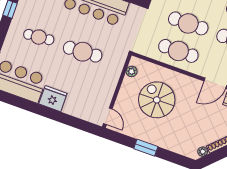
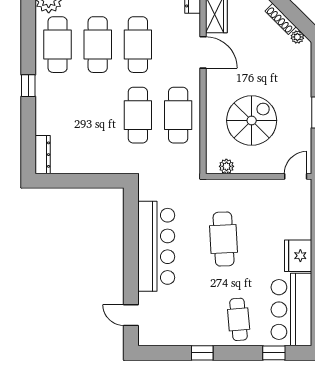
cafe table: (39, 37) -> (239, 319), moved
spiral stairs: (157, 100) -> (252, 120), turned 180

